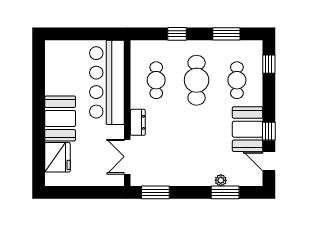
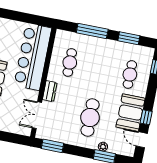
window: (177, 34) -> (92, 31), width x2.17
cafe table: (197, 80) -> (90, 118), moved

